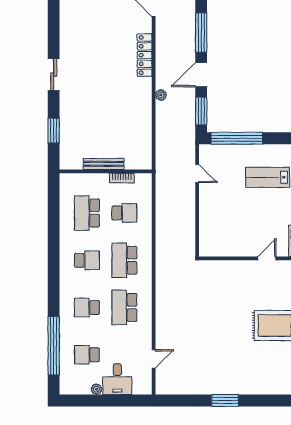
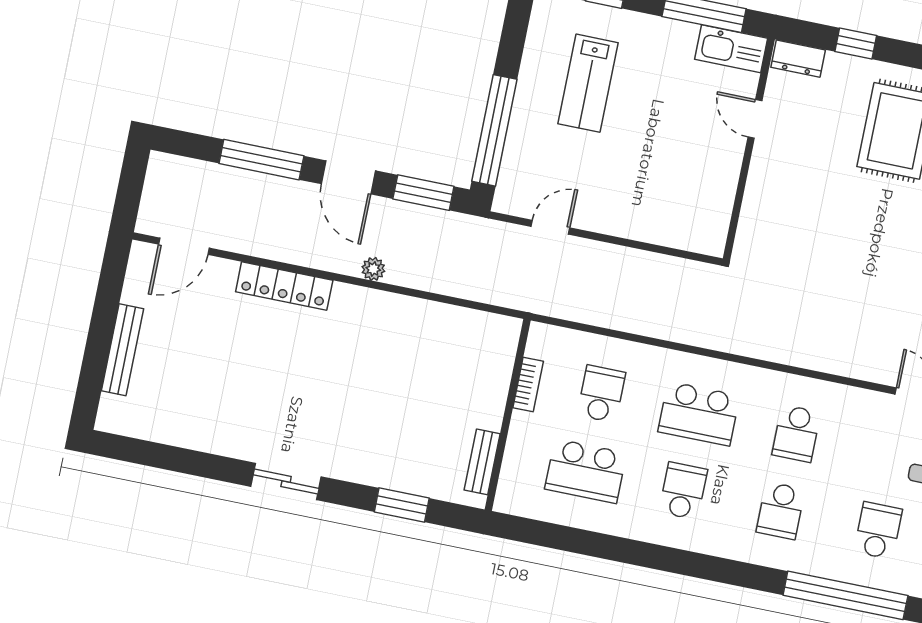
bench: (104, 164) -> (482, 462), moved, width x0.73
school desk: (124, 307) -> (796, 433), width x0.54
school desk: (87, 355) -> (878, 531), turned 180

